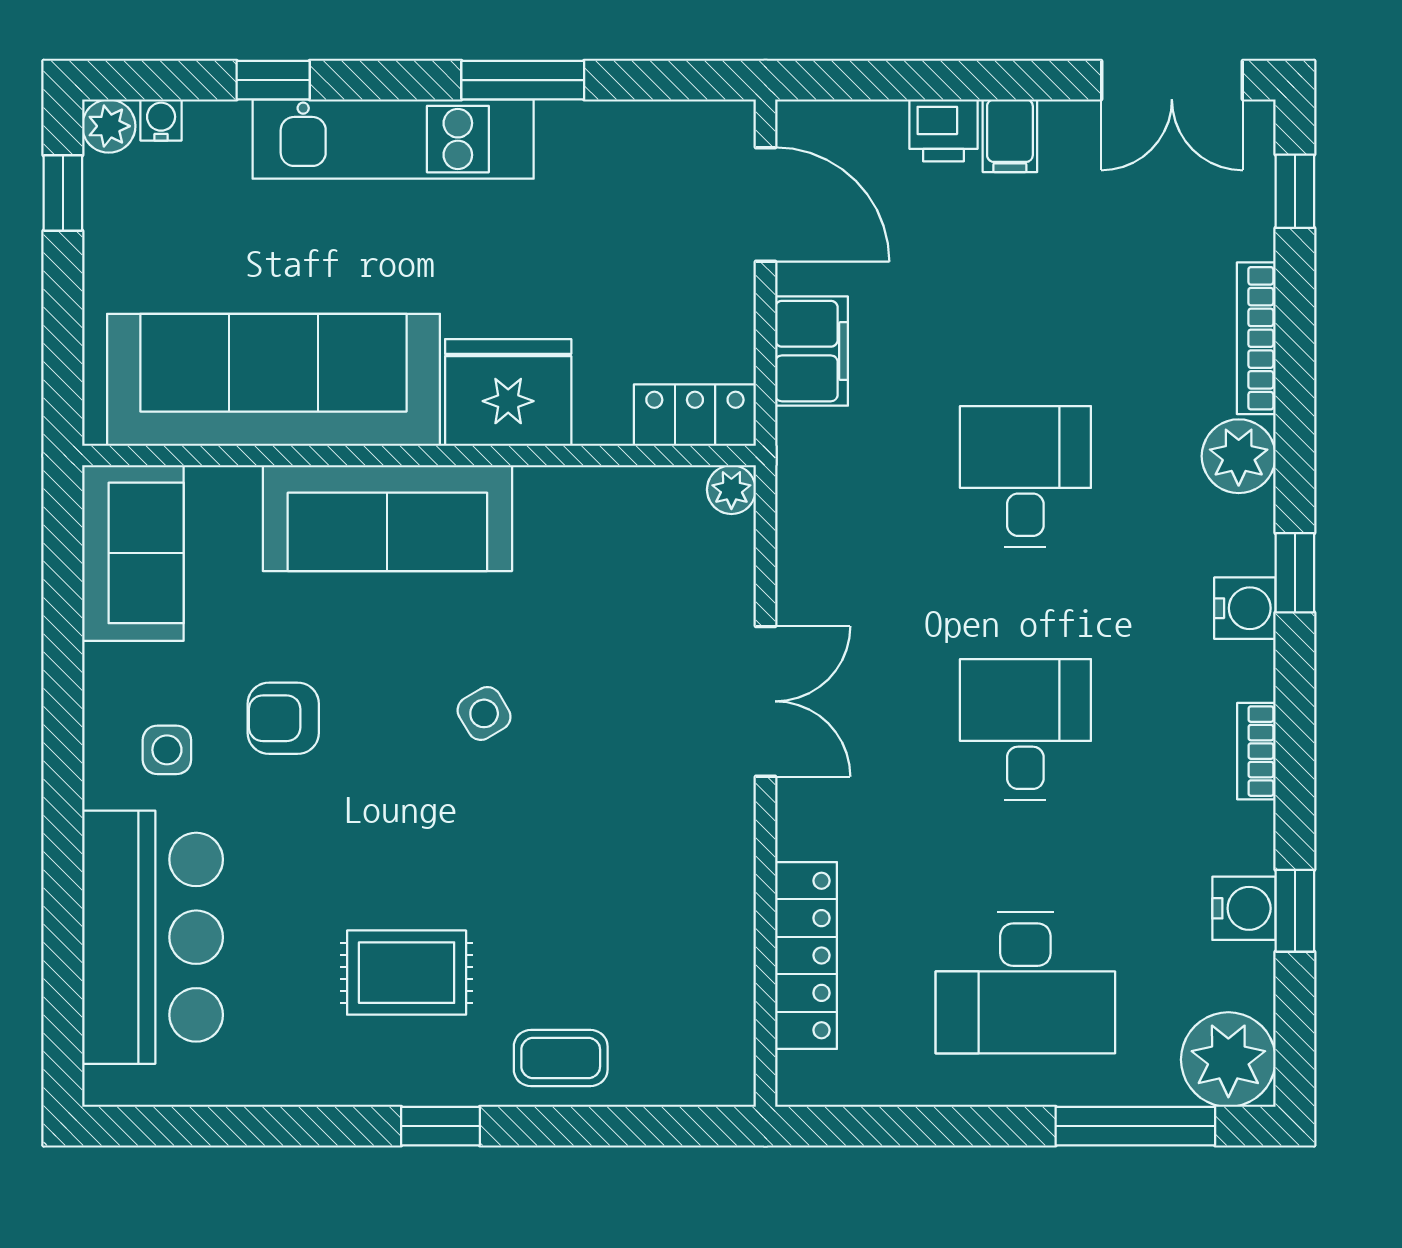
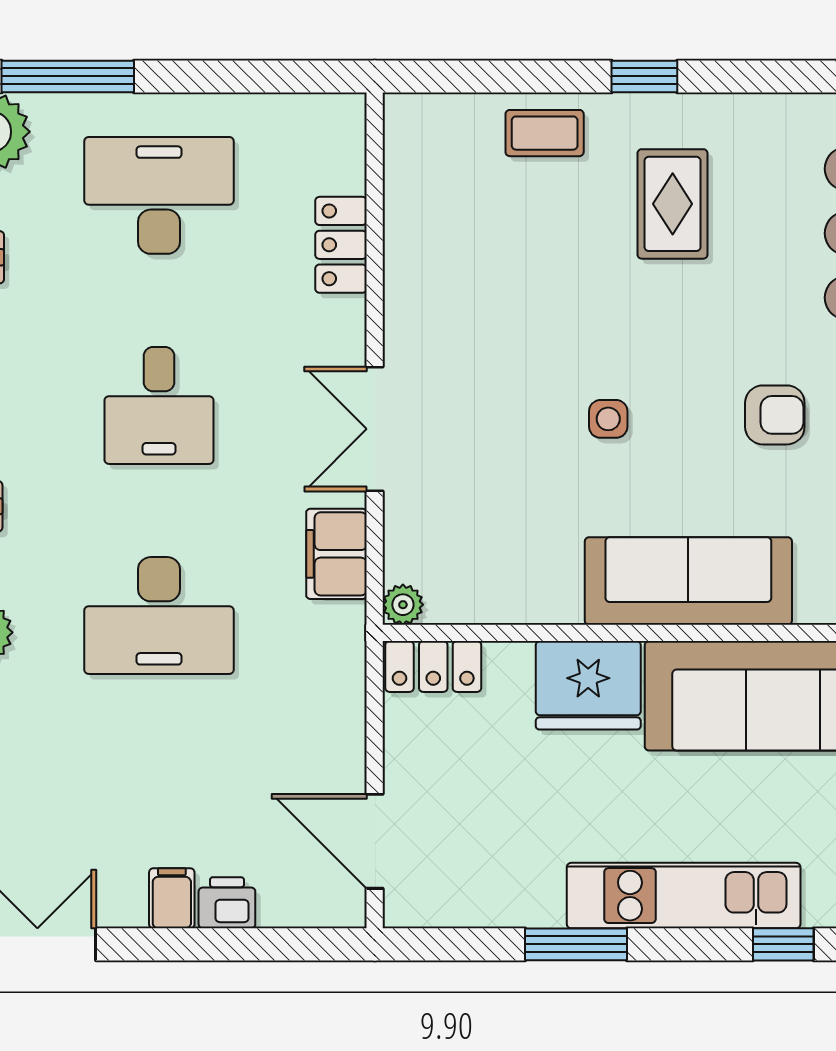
filing cabinet: (812, 351) -> (336, 554), moved
desk: (1025, 477) -> (159, 615), width x1.37
side table: (484, 713) -> (608, 419), turned 31
locker: (806, 955) -> (341, 245), width x0.66
rug: (407, 973) -> (673, 204), turned 90

